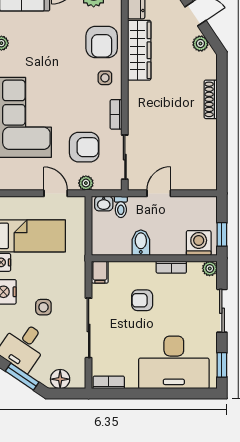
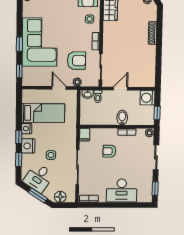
bidet: (141, 243) -> (122, 118), moved
washing machine: (199, 243) -> (147, 98), moved, turned -90
desk: (174, 362) -> (122, 191), width x0.73, depth x0.77

